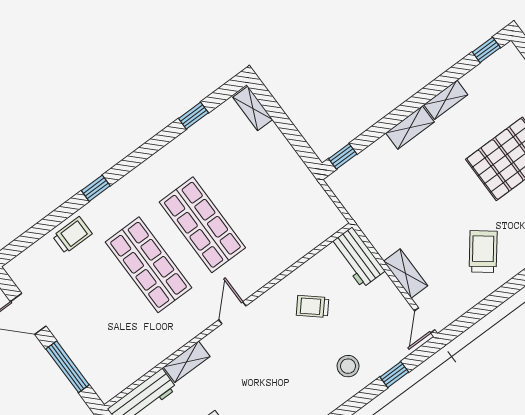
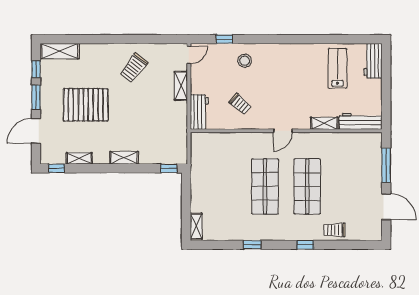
shelving: (446, 100) -> (79, 158), moved
window: (193, 116) -> (252, 245), moved

